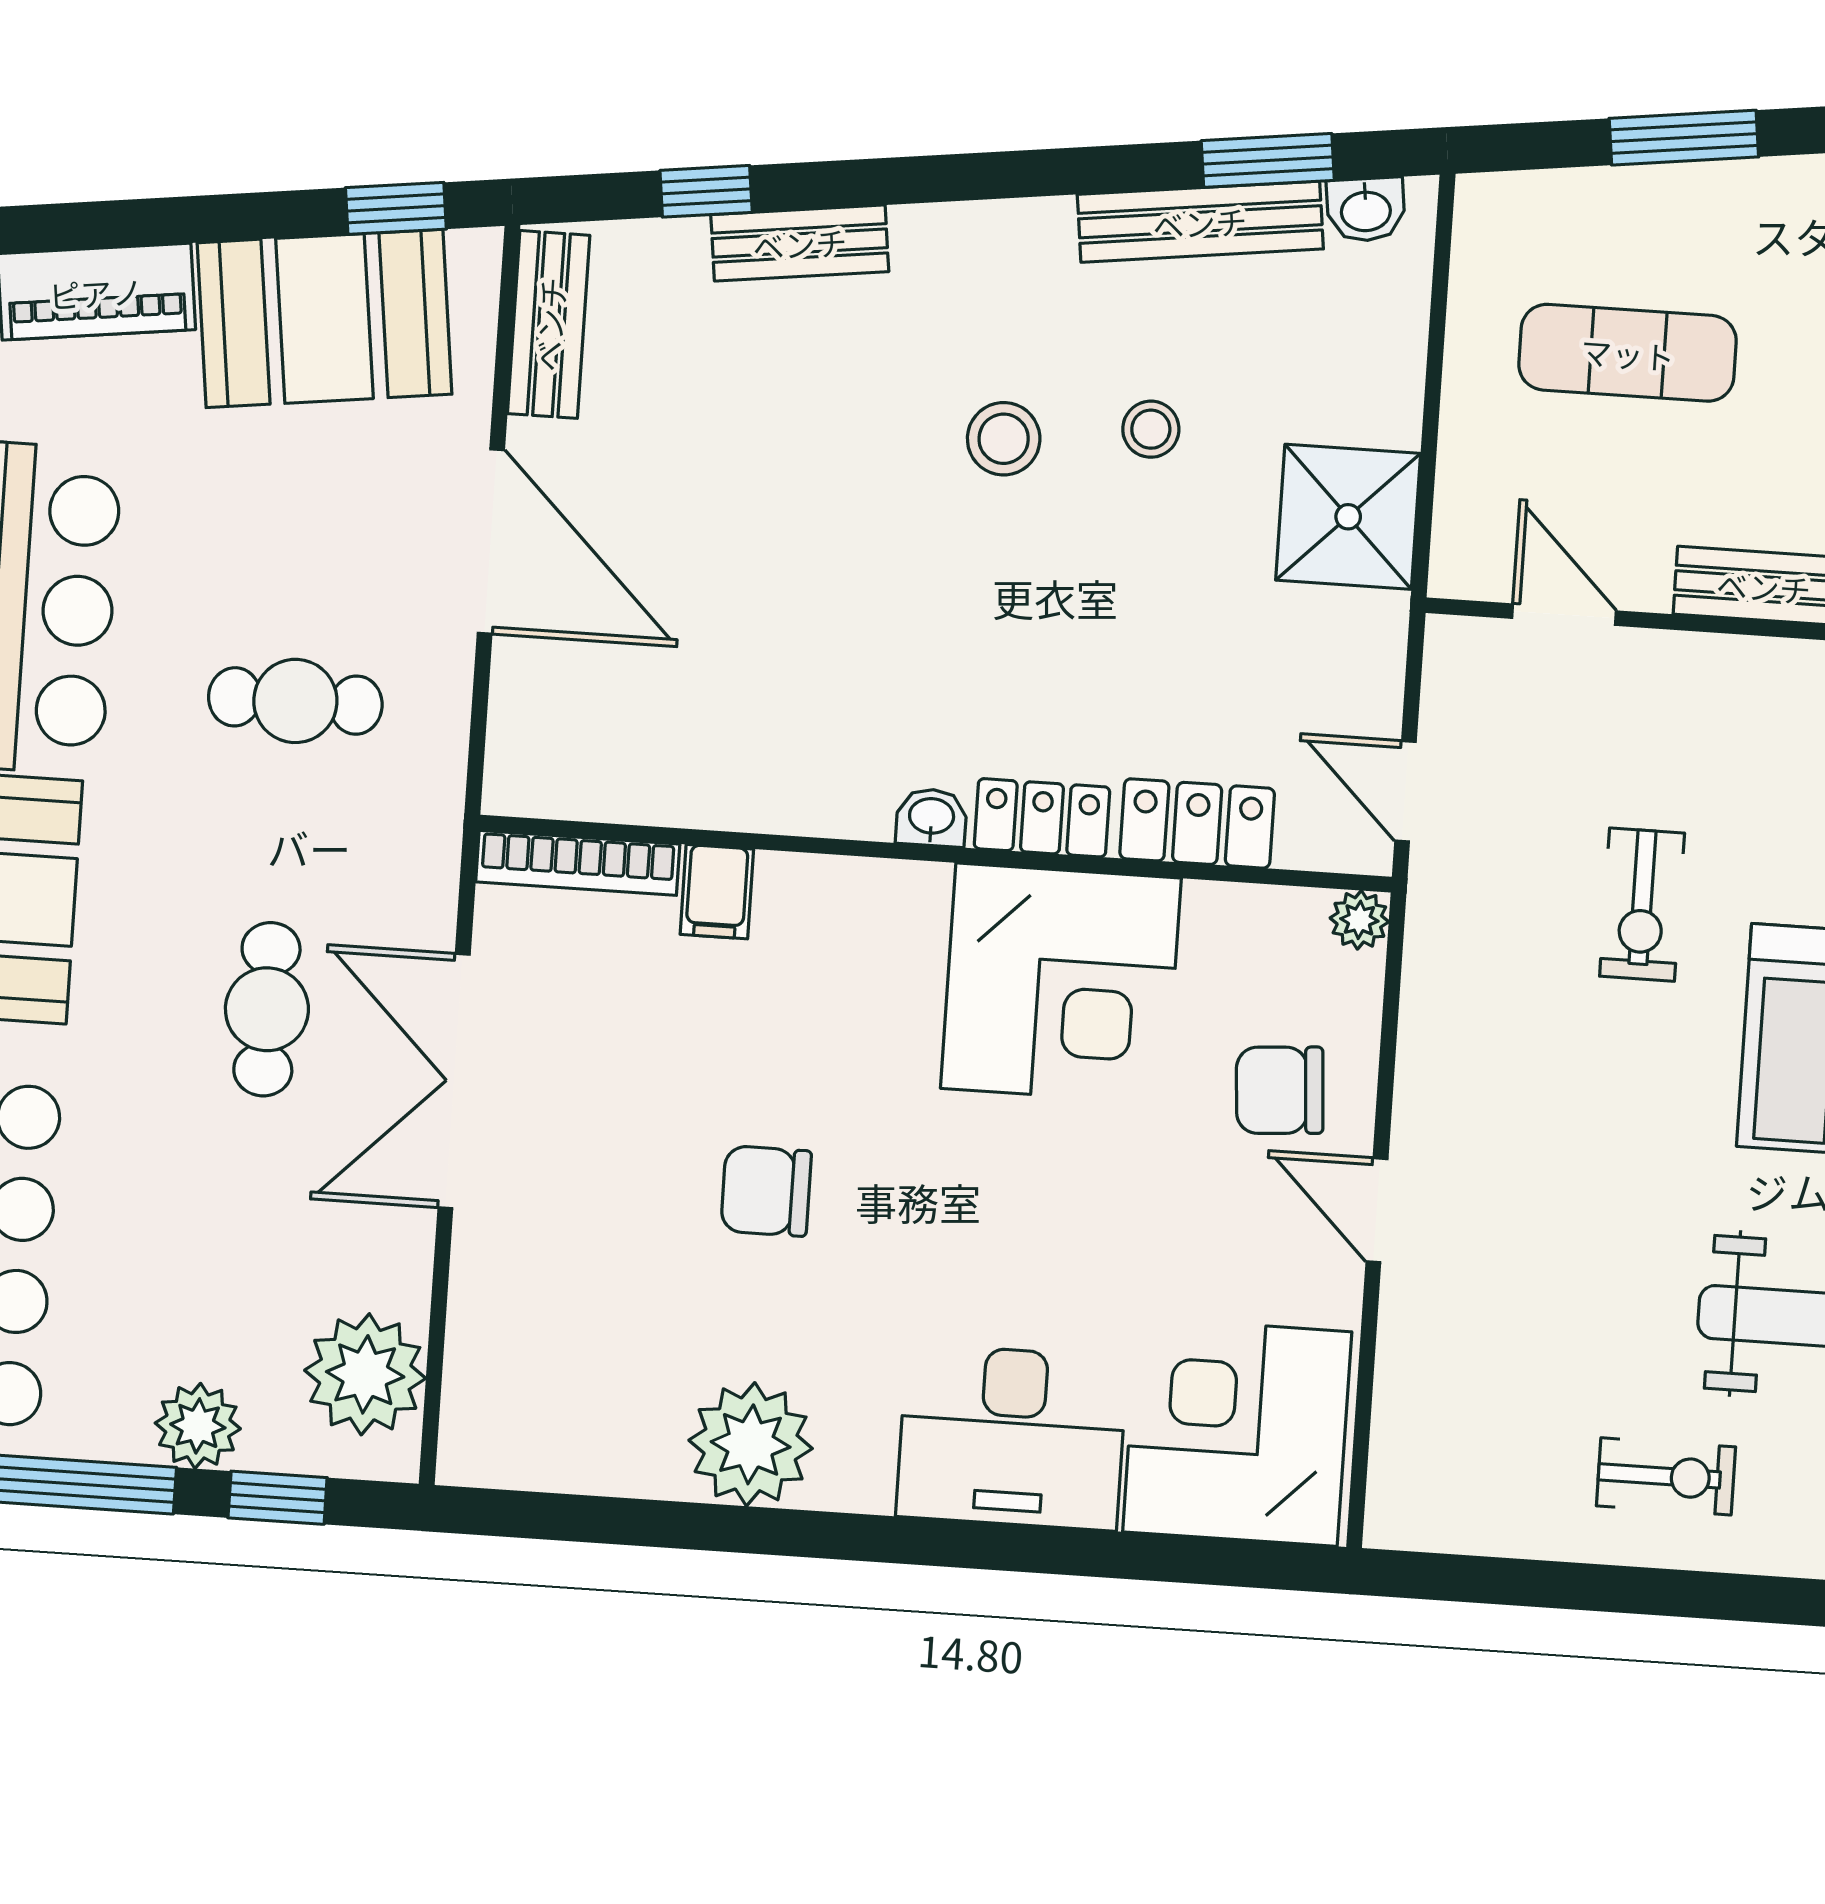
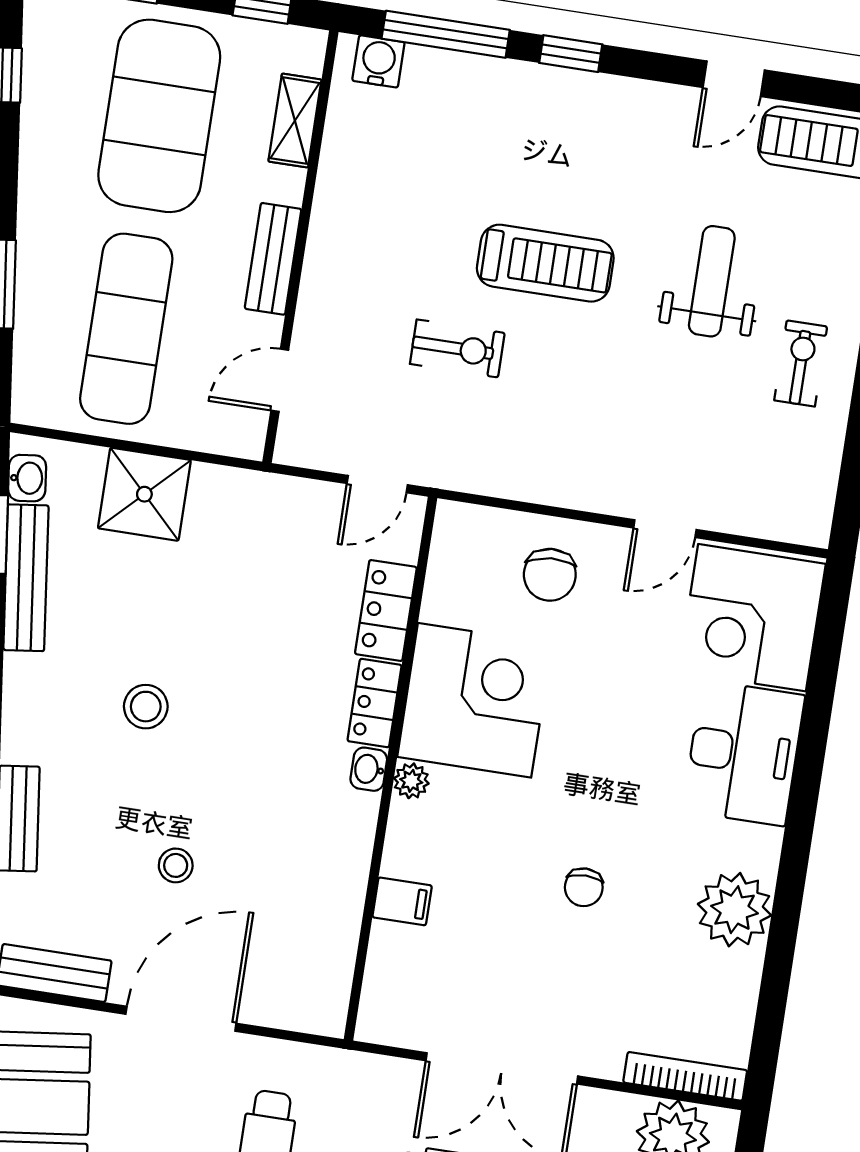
exercise mat: (1628, 353) -> (126, 329), width x1.36, depth x1.45
stool: (1151, 429) -> (176, 865), moved
shower: (1348, 517) -> (144, 494), moved
bookcase: (578, 863) -> (685, 1076), moved, turned -90
plant: (1359, 920) -> (411, 781), moved
chair: (766, 1191) -> (584, 887), width x0.73, depth x0.73
door: (1377, 1210) -> (665, 529), moved

